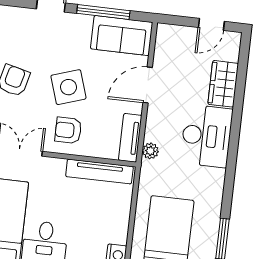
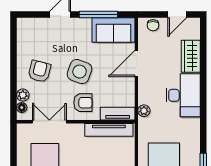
chair: (176, 35) -> (153, 25), added
side table: (68, 87) -> (80, 72), turned 38
armchair: (68, 130) -> (83, 103), turned 180
tv unit: (130, 138) -> (118, 114), moved, turned 90

